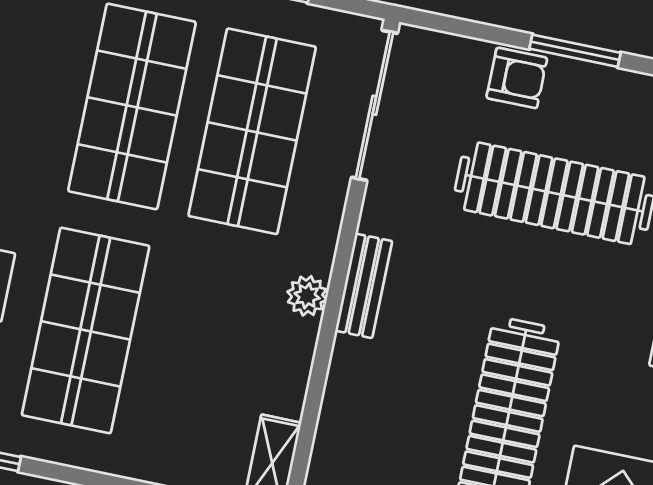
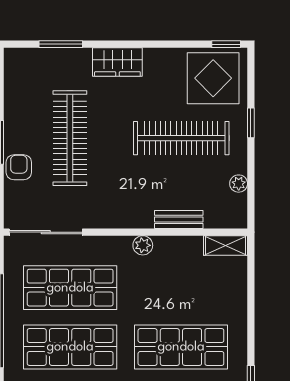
bench: (364, 286) -> (179, 219), moved

